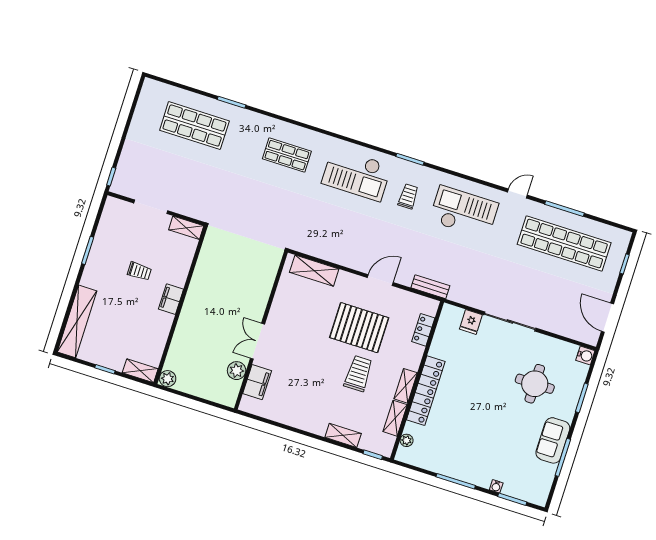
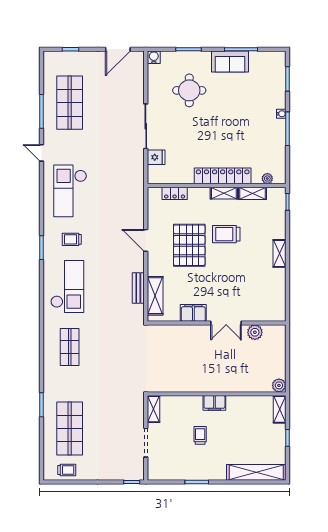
trolley: (148, 107) -> (67, 470), added
shop shelf: (564, 244) -> (70, 103), width x0.71
bench: (430, 287) -> (138, 288), moved
filing cabinet: (257, 382) -> (193, 313), moved
shelving: (343, 435) -> (279, 253), moved
water cooler: (496, 486) -> (281, 114), moved

